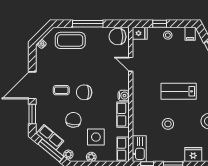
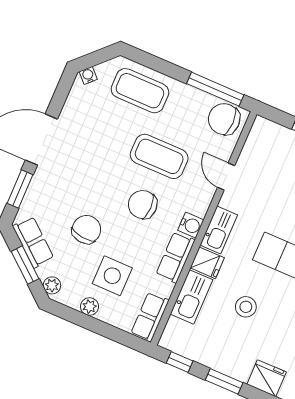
window: (88, 24) -> (215, 89), moved
fridge: (140, 33) -> (207, 263), moved
coffee table: (61, 90) -> (159, 156), moved, width x1.86, depth x1.72
chair: (84, 92) -> (143, 205), moved
kitchen sink: (138, 92) -> (219, 230), added
kitchen sink: (139, 149) -> (191, 297), moved
window: (51, 150) -> (25, 265), width x0.69

